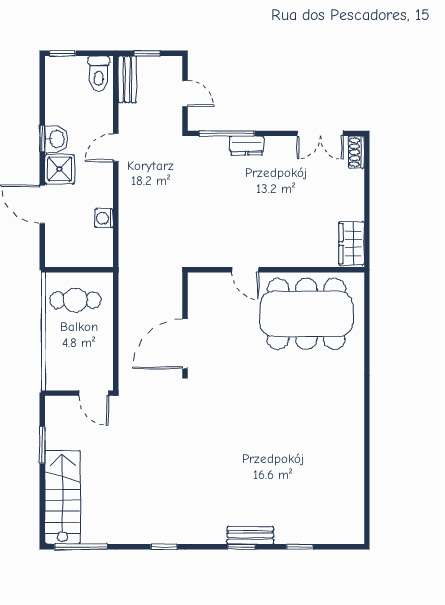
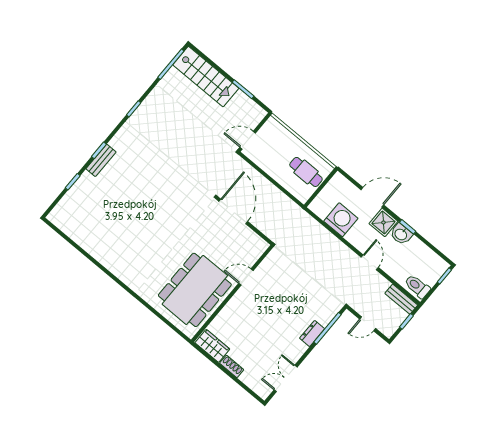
shoe rack: (356, 152) -> (232, 366), moved
washing machine: (104, 218) -> (341, 220), width x1.89, depth x1.89
cafe table: (75, 300) -> (306, 172), turned 90

